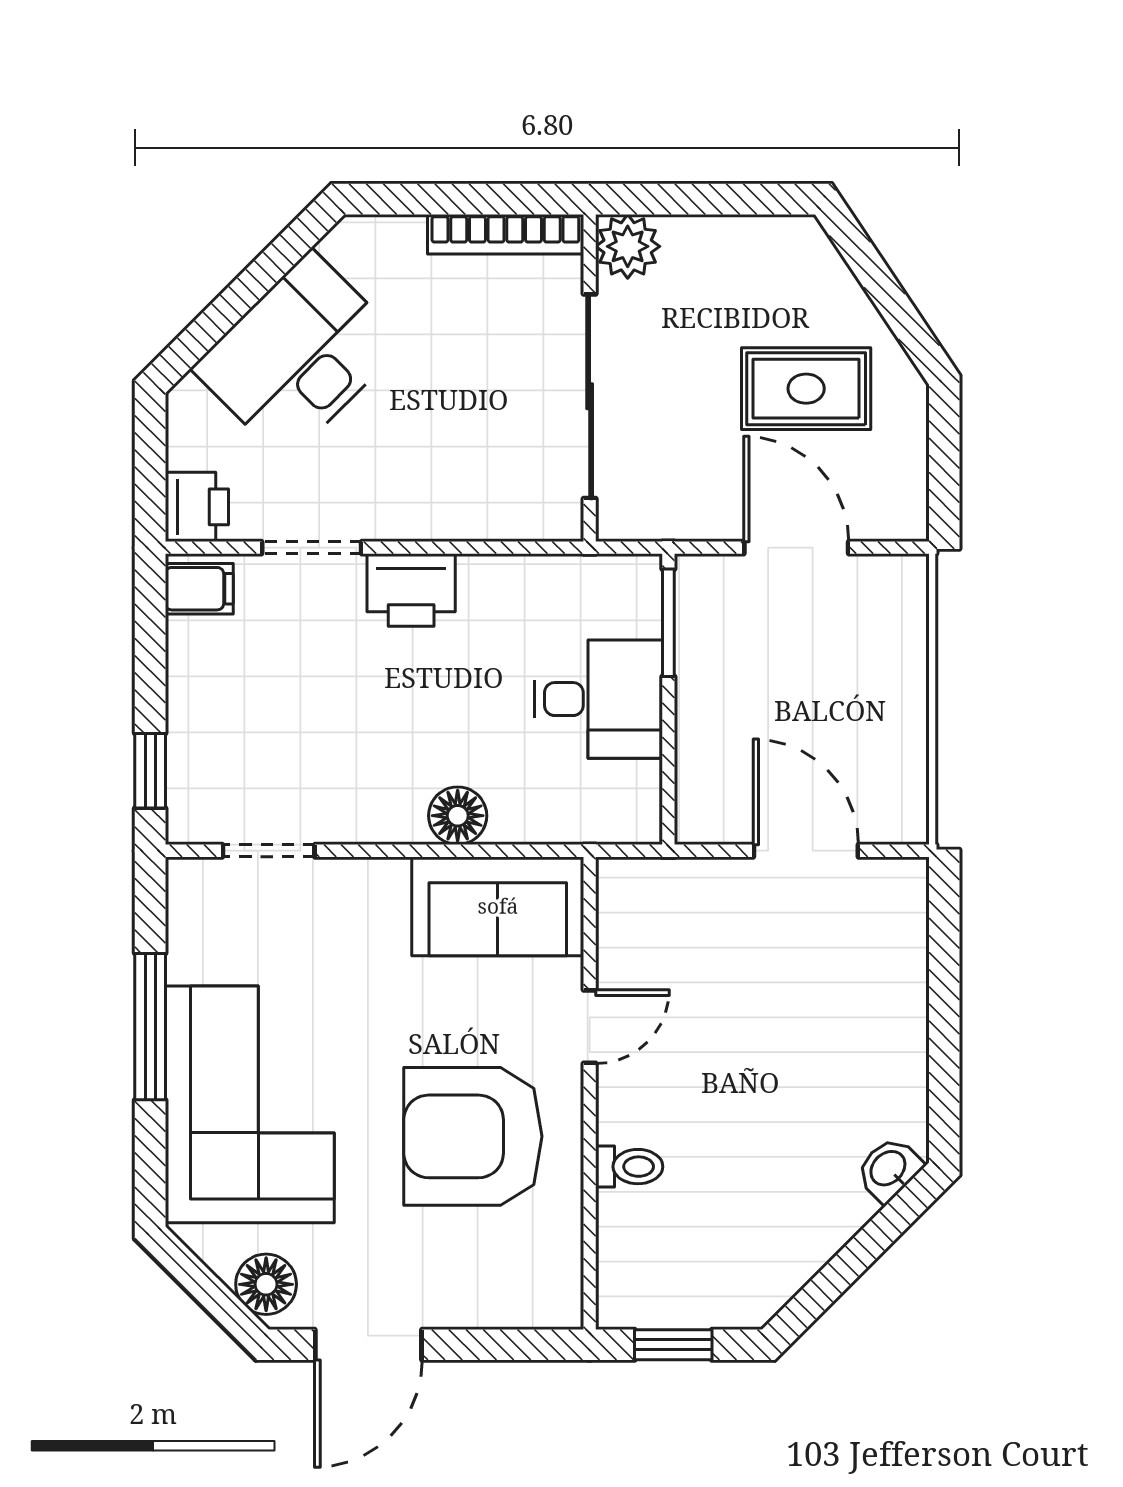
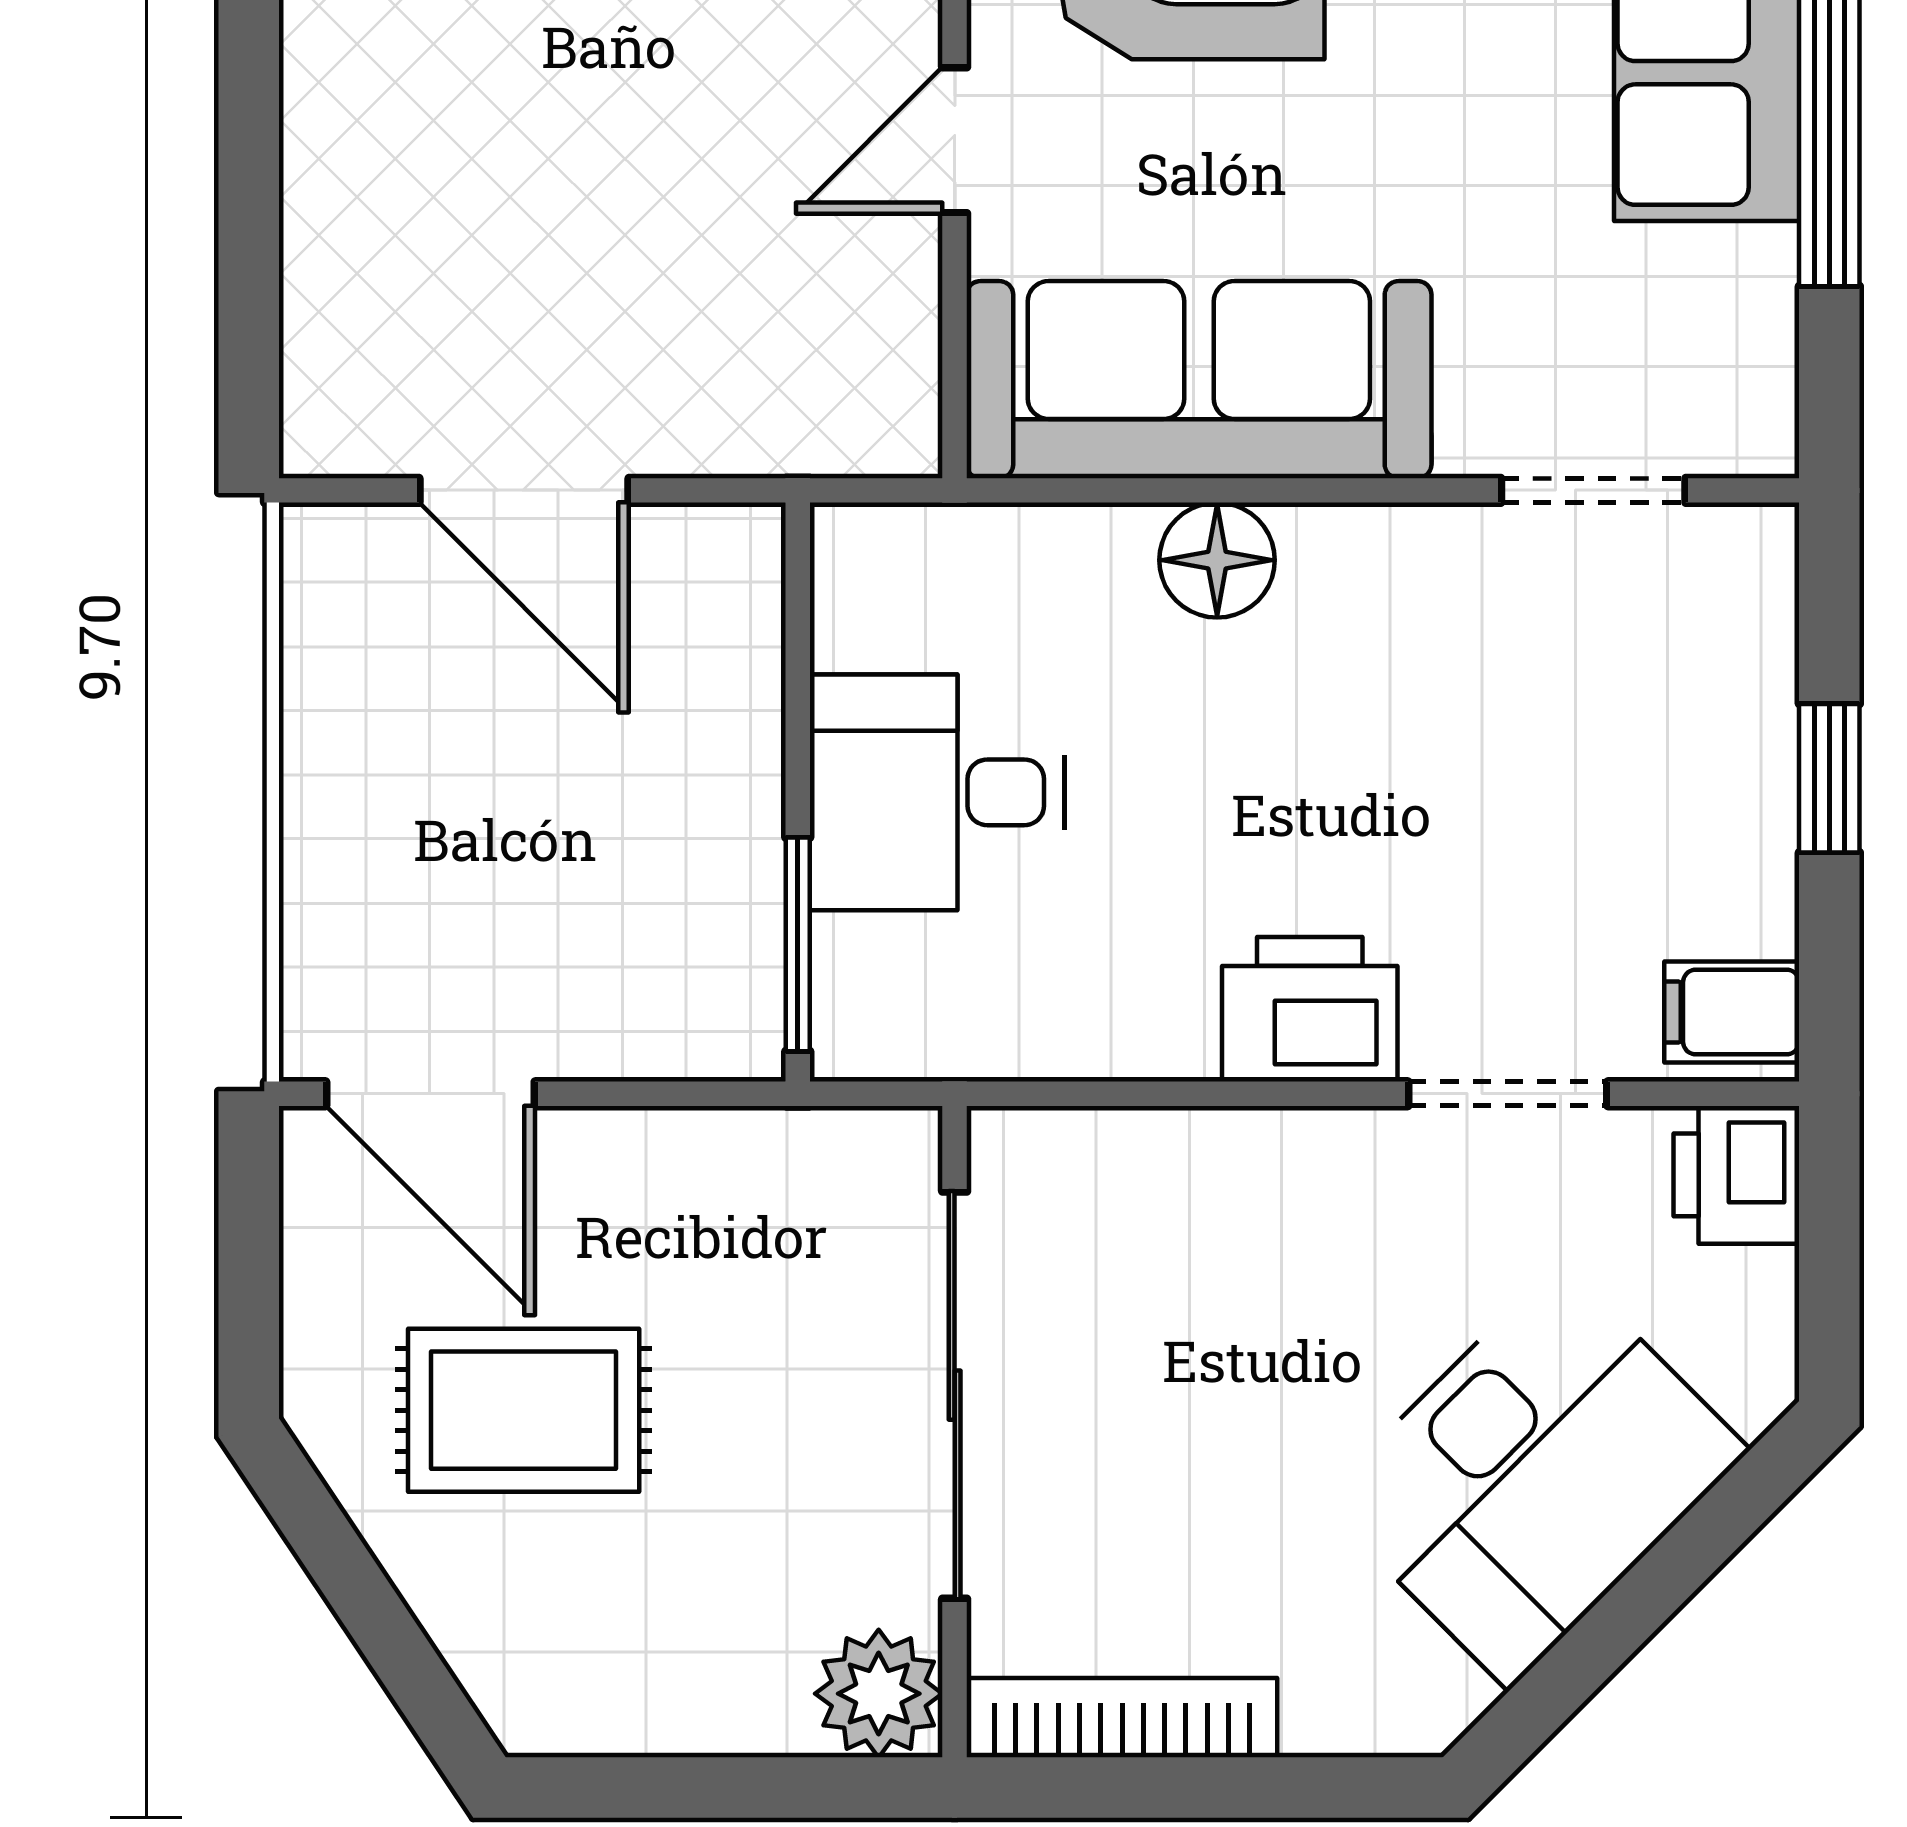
door: (796, 548) -> (430, 1094), moved
window: (150, 771) -> (1829, 778), moved
sofa: (498, 906) -> (1199, 380), width x1.36

